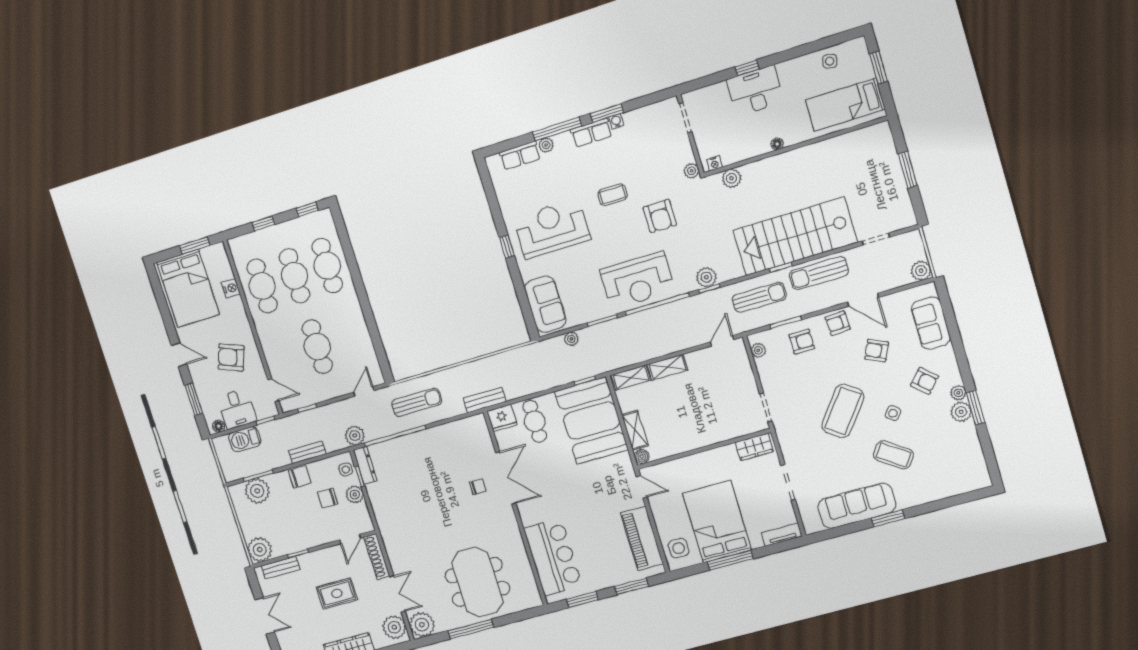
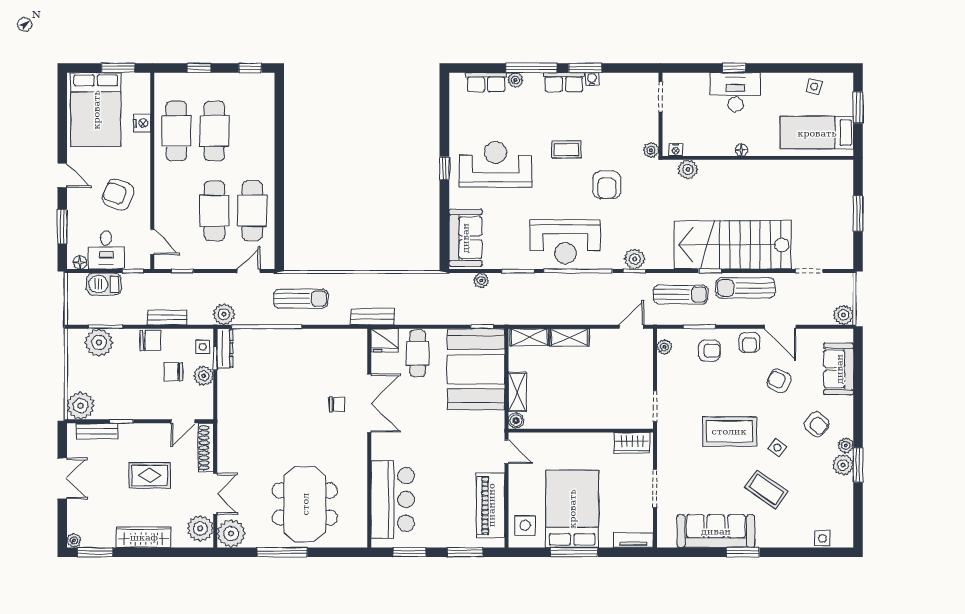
cafe table: (327, 266) -> (252, 211), moved
armchair: (838, 323) -> (749, 343), turned -87
coffee table: (843, 411) -> (729, 431), turned 53
side table: (961, 485) -> (822, 538), added

